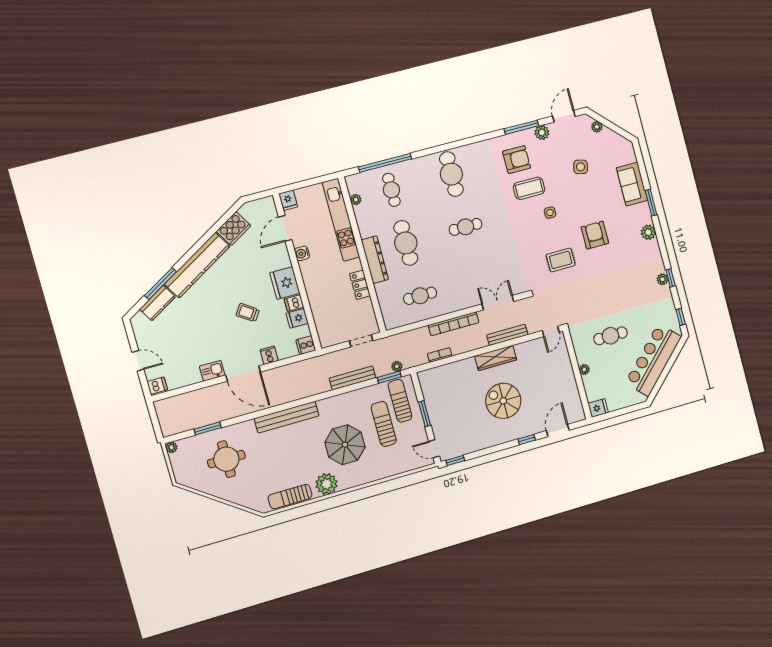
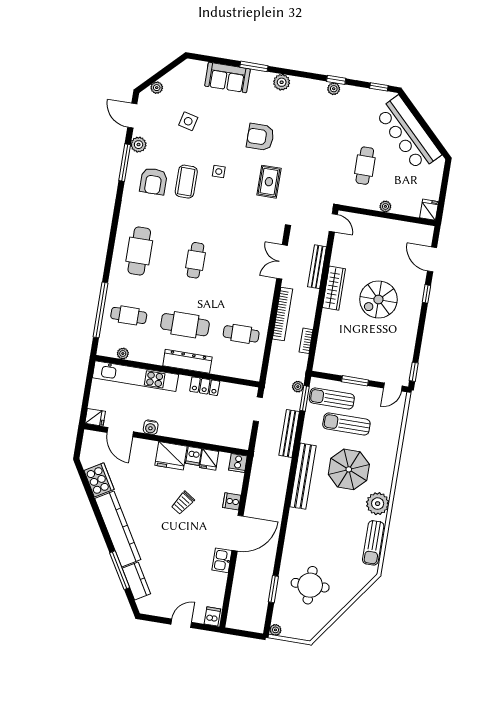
armchair: (517, 160) -> (153, 181), turned 180
cafe table: (451, 174) -> (139, 251), turned 90
cafe table: (420, 296) -> (241, 334), turned 90
bench: (287, 417) -> (303, 476), moved

